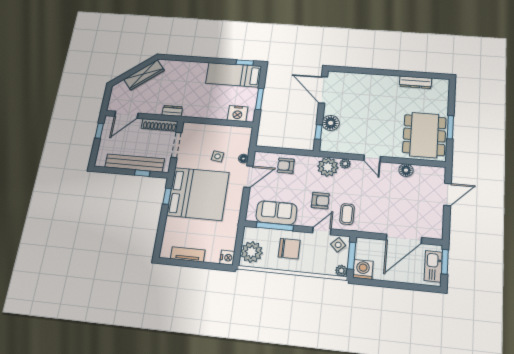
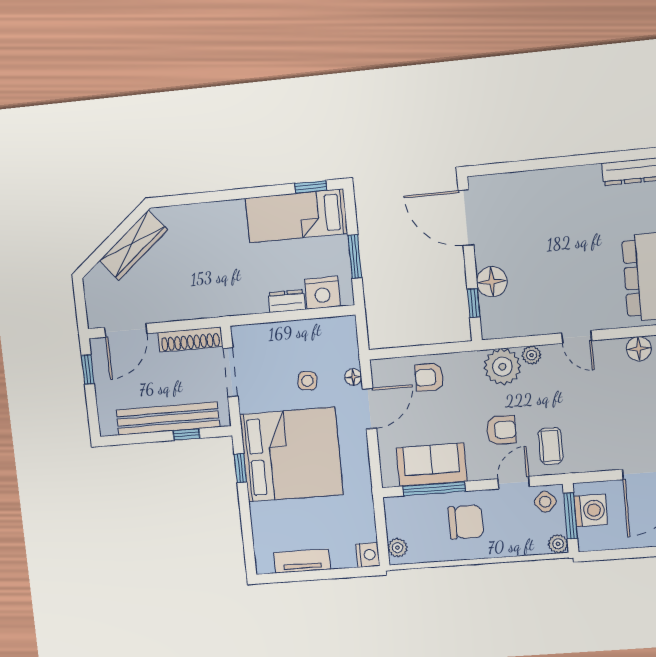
dresser: (172, 111) -> (287, 301), moved
plant: (252, 252) -> (398, 548), width x0.53, depth x0.53
washing machine: (363, 269) -> (591, 510), moved, turned 90

